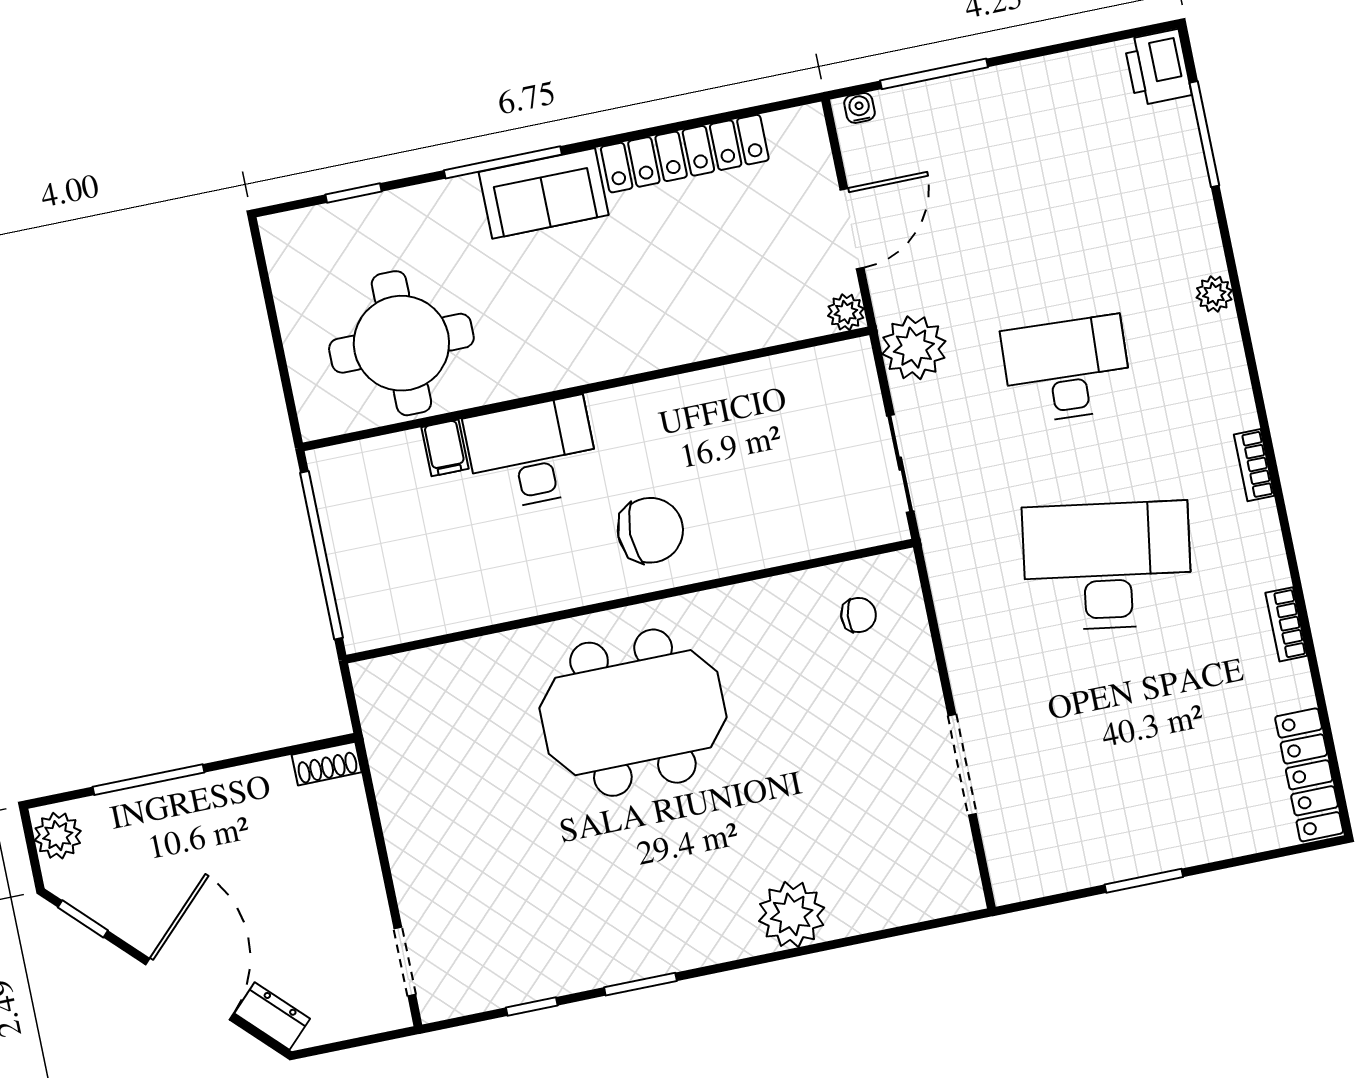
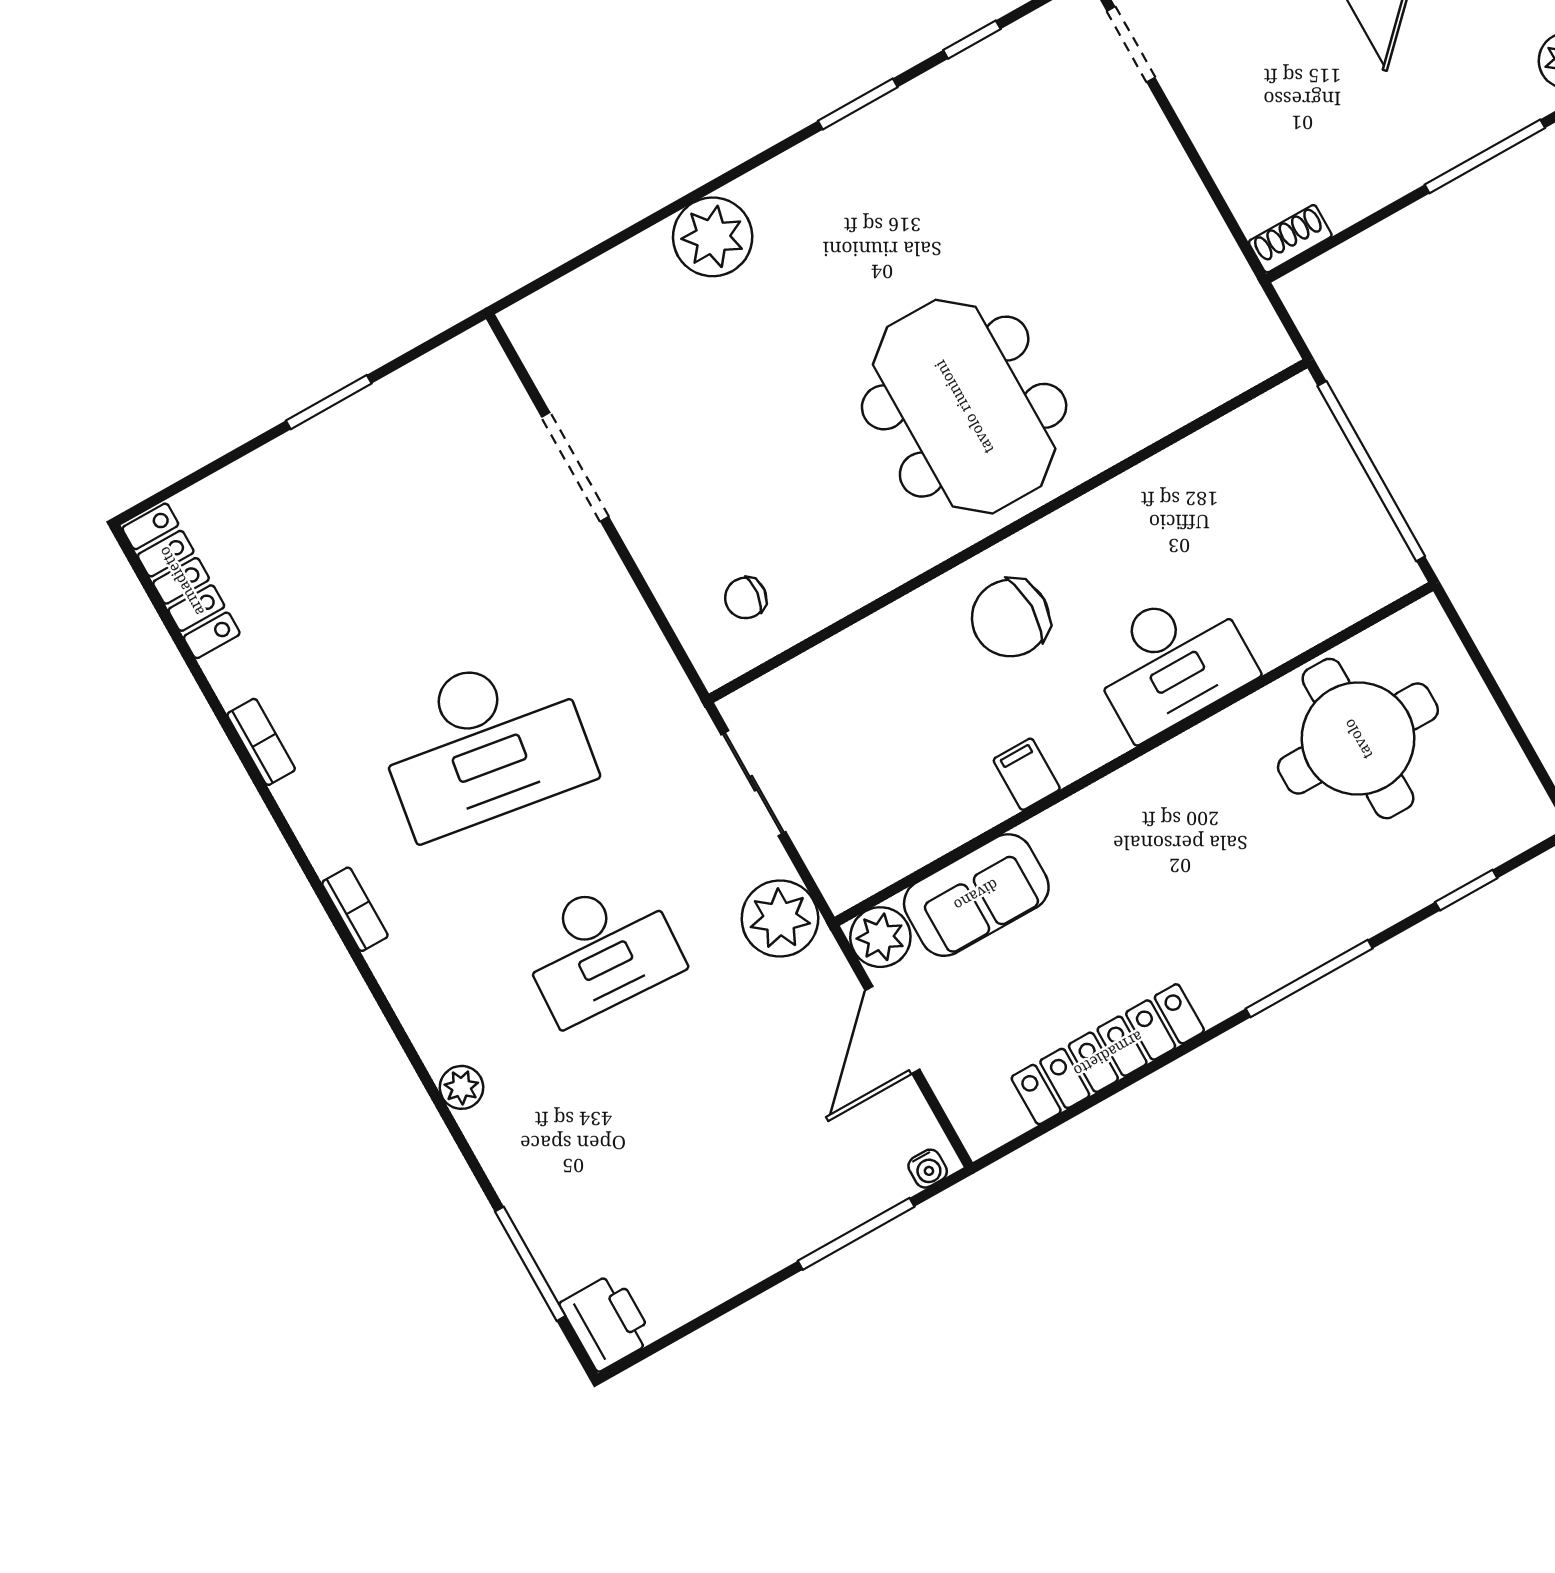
sofa: (544, 193) -> (976, 895), moved, turned 180
plant: (846, 312) -> (880, 937), width x1.38, depth x1.38
filing cabinet: (445, 448) -> (1027, 774), moved
meeting table: (633, 713) -> (964, 407), turned 90

